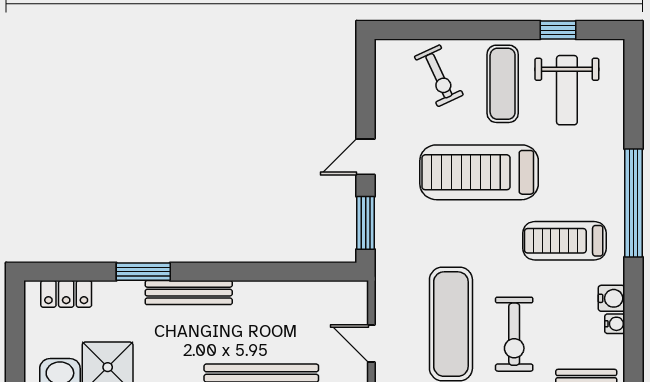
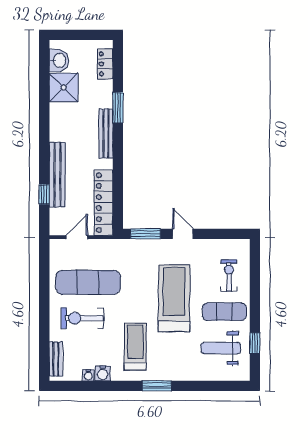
exercise bike: (439, 76) -> (229, 275), turned 115
window: (634, 203) -> (157, 386), width x0.47
locker: (310, 297) -> (103, 203), added

